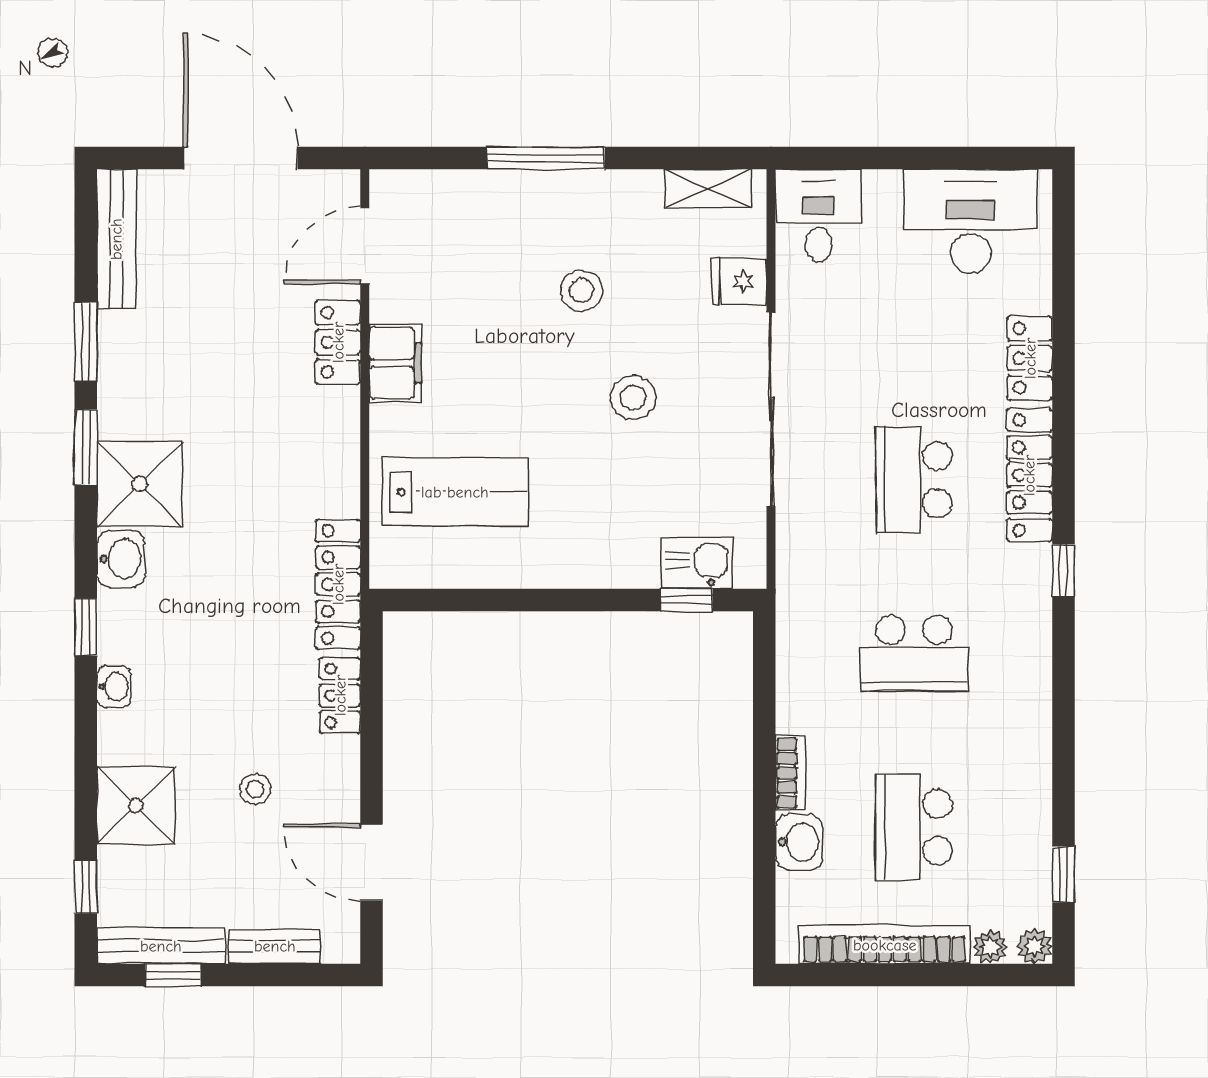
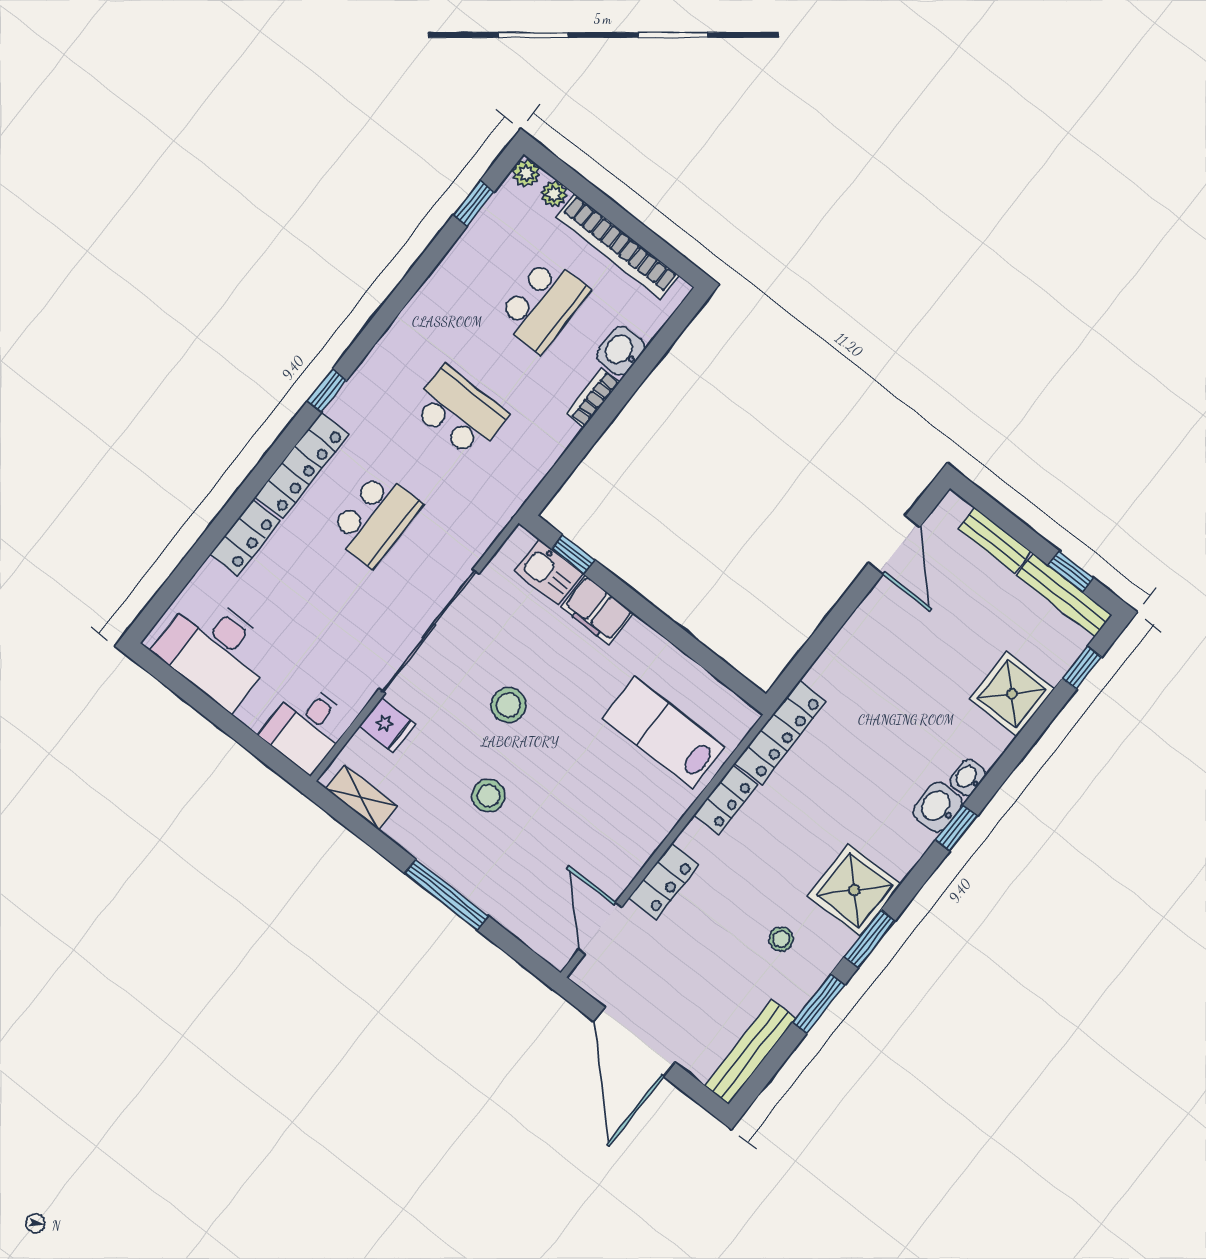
door: (365, 246) -> (600, 928), swing flipped
filing cabinet: (395, 363) -> (597, 610), moved, turned -90
washbasin: (121, 559) -> (938, 807), moved
locker: (340, 695) -> (726, 800), moved
stool: (255, 789) -> (781, 939), moved

